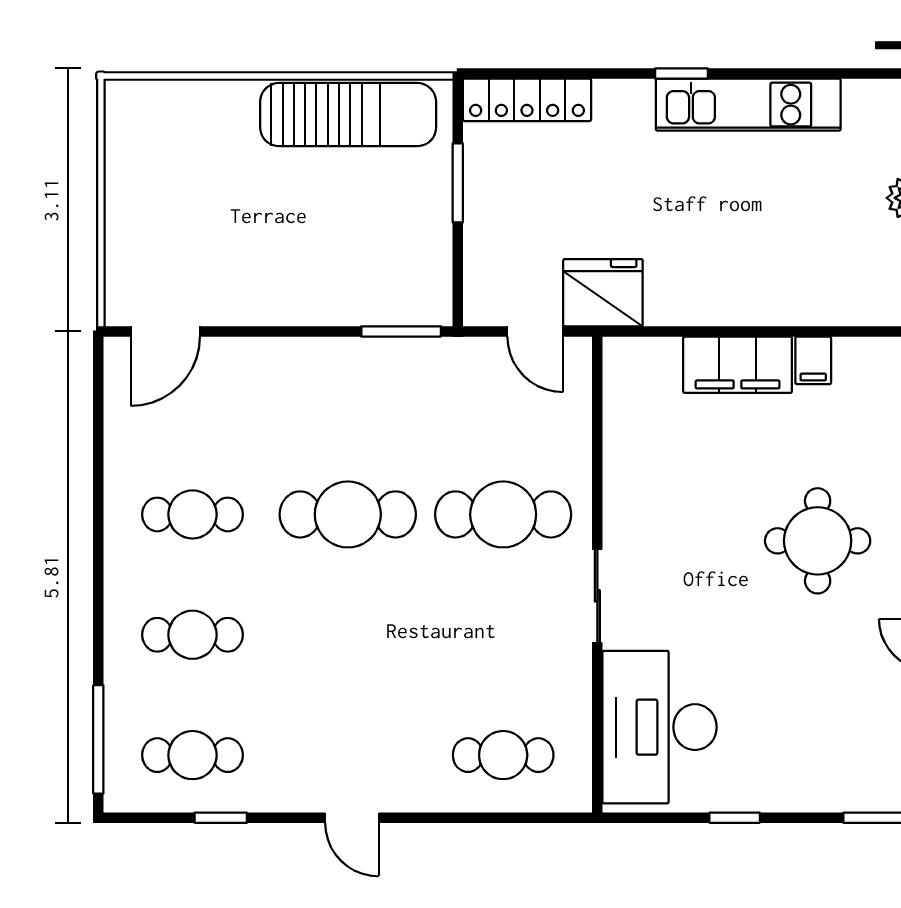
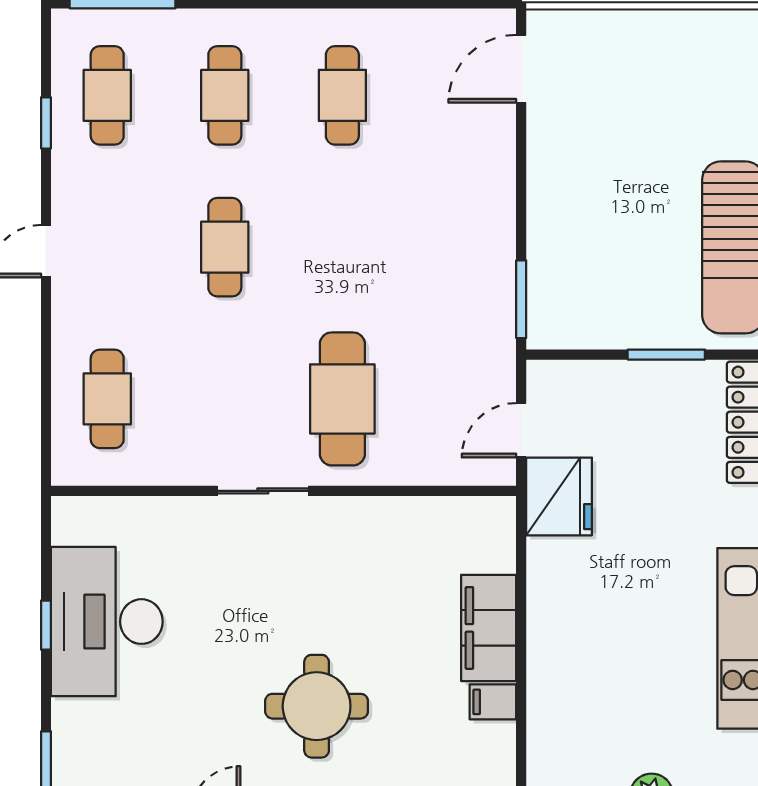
door: (165, 331) -> (521, 69), hinge flipped
cafe table: (348, 514) -> (225, 247), moved, width x0.73, depth x0.74
desk: (660, 727) -> (107, 622), moved, turned -90

